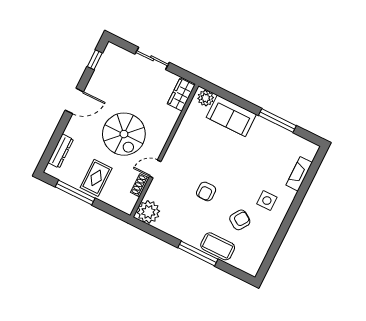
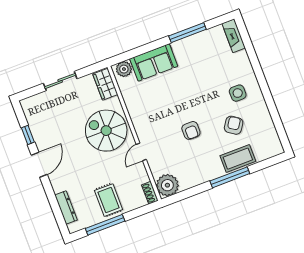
window: (95, 60) -> (28, 135), moved
spiral stairs: (124, 134) -> (106, 131), moved, turned 180
fireplace: (299, 174) -> (234, 36), moved
shoe rack: (140, 185) -> (150, 193), moved

